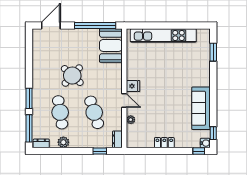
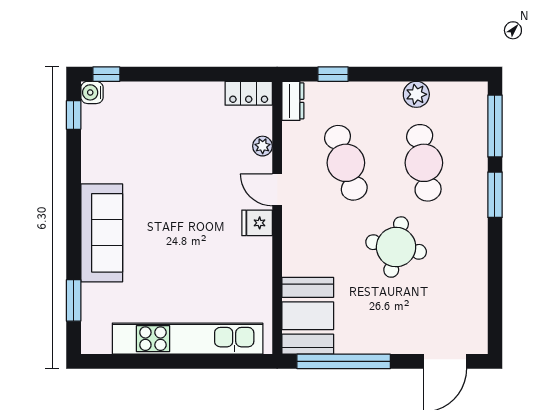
round table: (72, 76) -> (396, 247), turned -30
sofa: (201, 108) -> (102, 233), moved
dresser: (41, 143) -> (467, 92), removed
locker: (164, 143) -> (249, 93), moved

